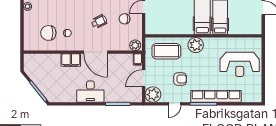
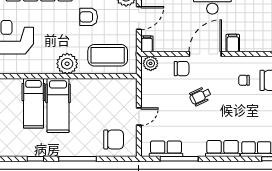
chair: (125, 19) -> (182, 69), moved
door: (96, 52) -> (205, 54), hinge flipped
filing cabinet: (71, 60) -> (233, 43), width x0.50

